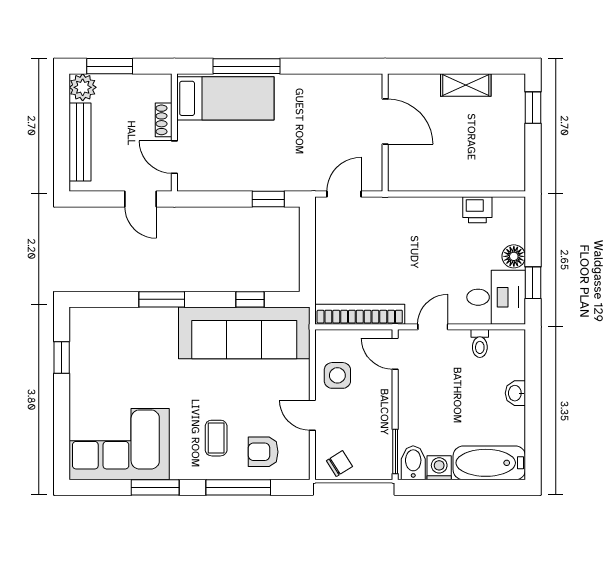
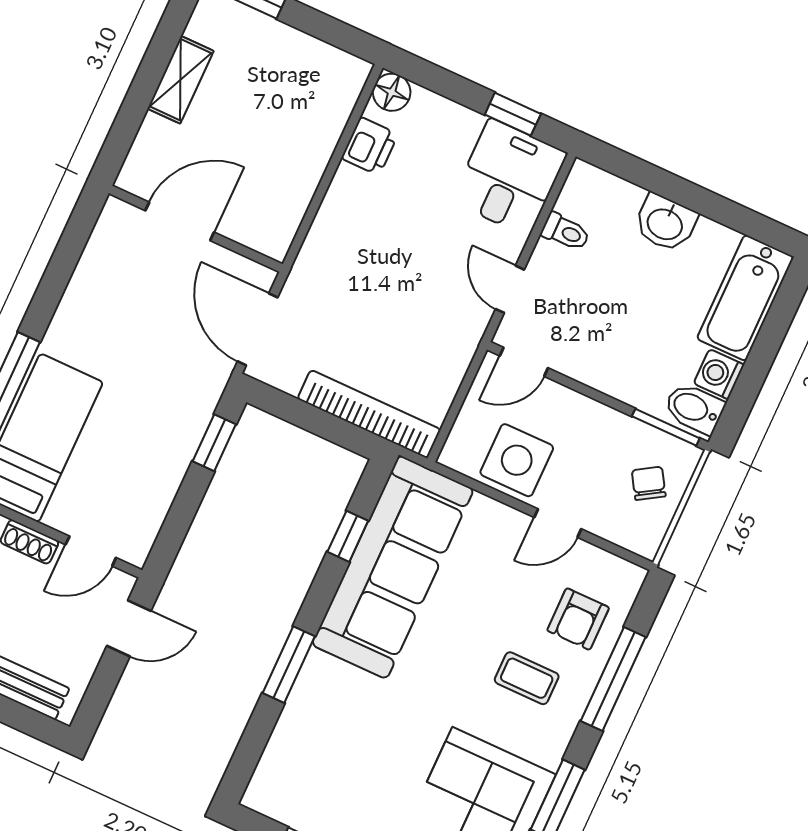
door: (344, 194) -> (258, 329), width x1.38
floor lamp: (514, 256) -> (392, 92), moved
bookcase: (360, 314) -> (369, 414), moved, turned 90
side table: (337, 375) -> (517, 460), width x1.37, depth x1.37
washbasin: (515, 393) -> (665, 223), width x1.38, depth x1.45
chair: (339, 464) -> (649, 483), moved

